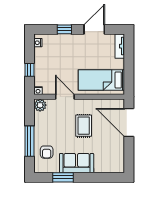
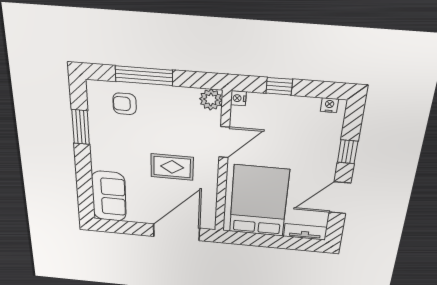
door: (94, 29) -> (340, 198), swing flipped
bed: (101, 80) -> (259, 201), width x1.50
sofa: (77, 163) -> (109, 196), moved

